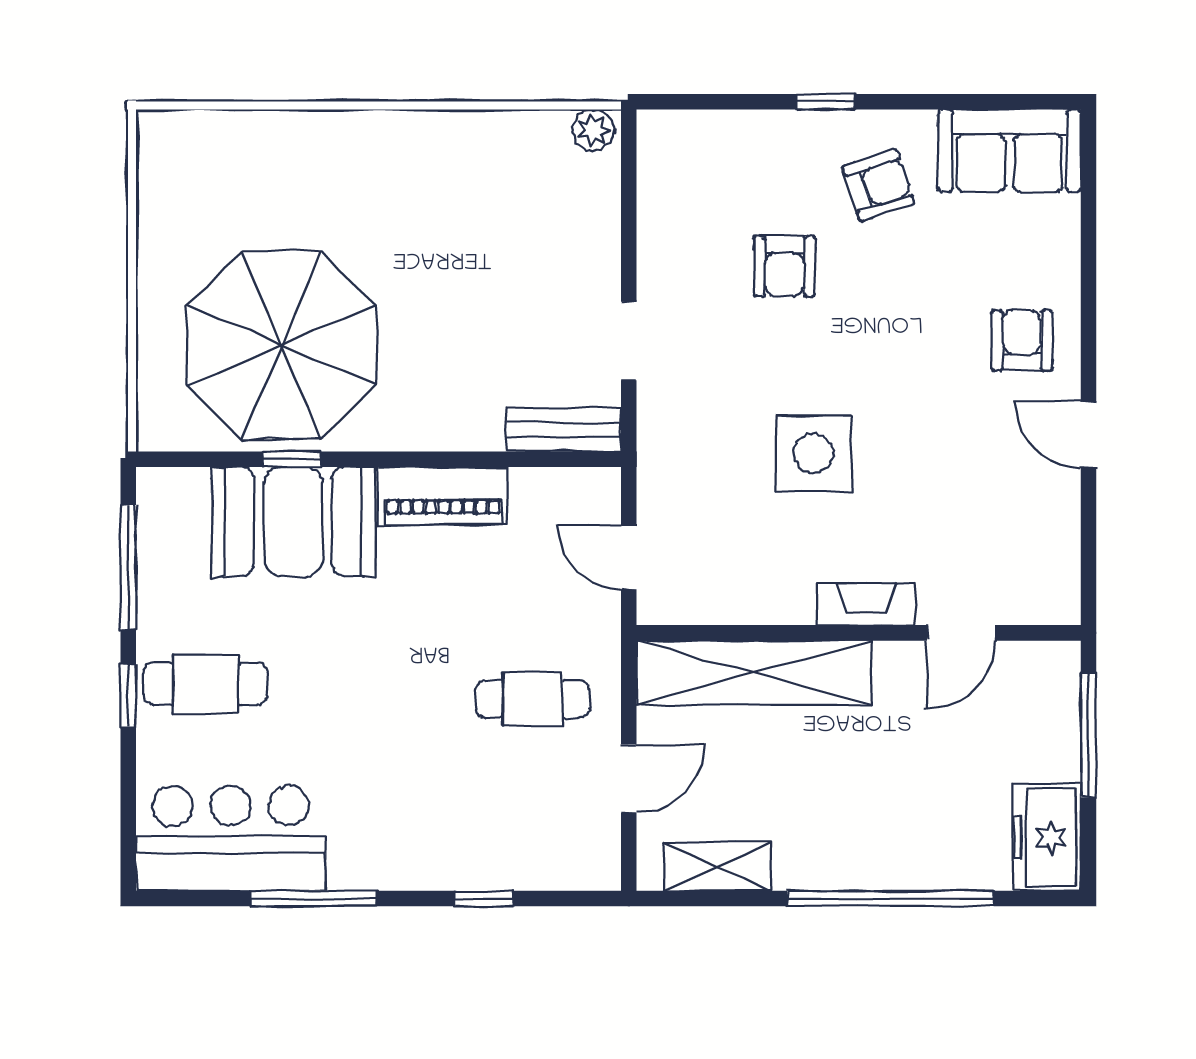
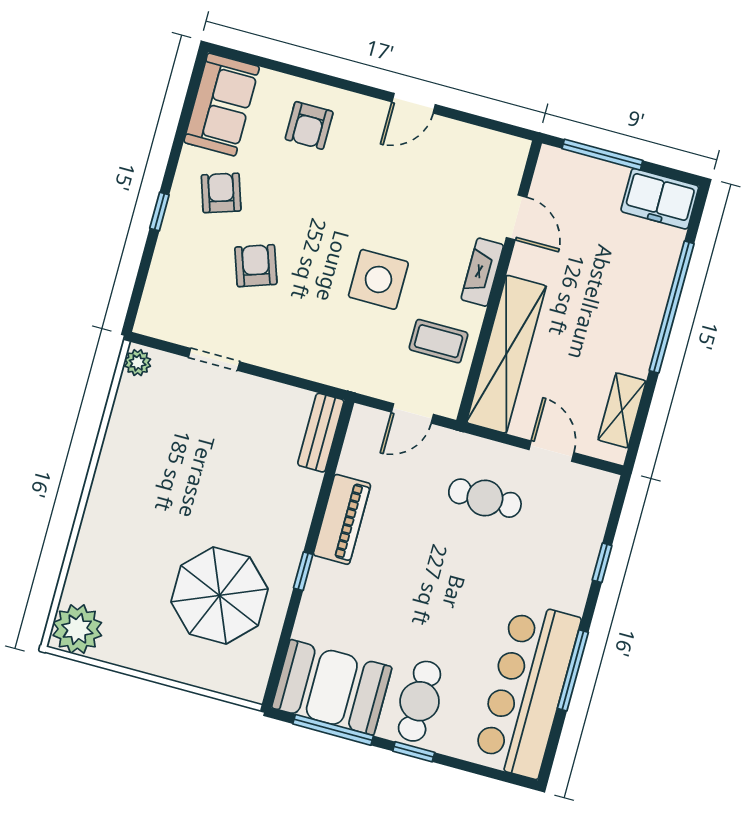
plant: (175, 148) -> (77, 629), added
armchair: (785, 266) -> (256, 266), turned -109
doorway: (629, 341) -> (214, 359), moved
armchair: (1022, 341) -> (309, 125), moved, turned -90
parasol: (282, 345) -> (220, 595), width x0.73, depth x0.73
window: (292, 459) -> (303, 571), moved
booth: (293, 522) -> (332, 687), moved, turned 90
coffee table: (746, 567) -> (439, 341), added
cafe table: (533, 699) -> (485, 498), turned 90
bar counter: (231, 838) -> (527, 690), width x1.36

